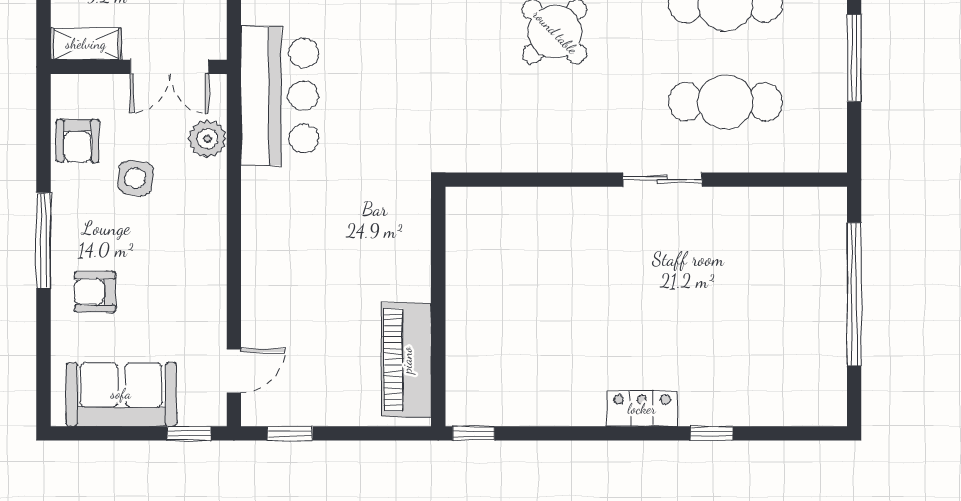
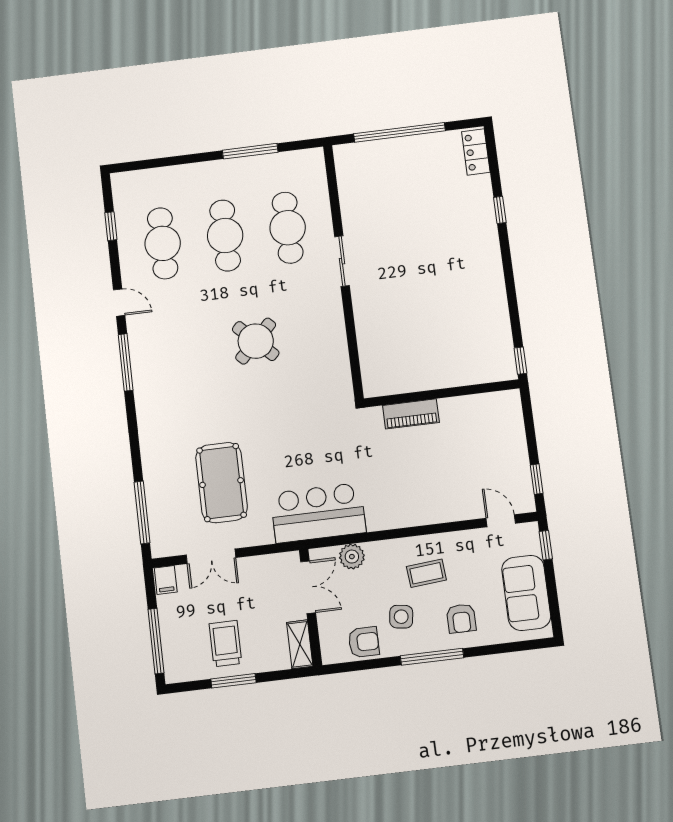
side table: (135, 178) -> (401, 617), moved
coffee table: (169, 248) -> (426, 573), added
piano: (407, 360) -> (411, 414), moved, width x0.73, depth x0.75
locker: (642, 409) -> (476, 152), moved

